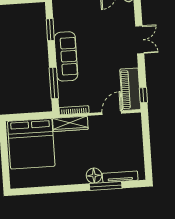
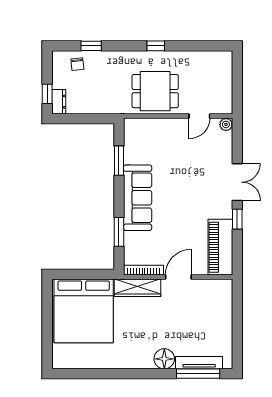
window: (54, 83) -> (119, 232), width x0.69
window: (143, 95) -> (237, 219), moved
door: (112, 113) -> (178, 277), moved
window: (106, 186) -> (198, 374), moved

